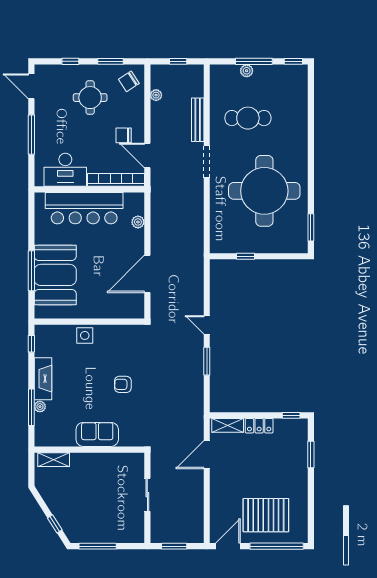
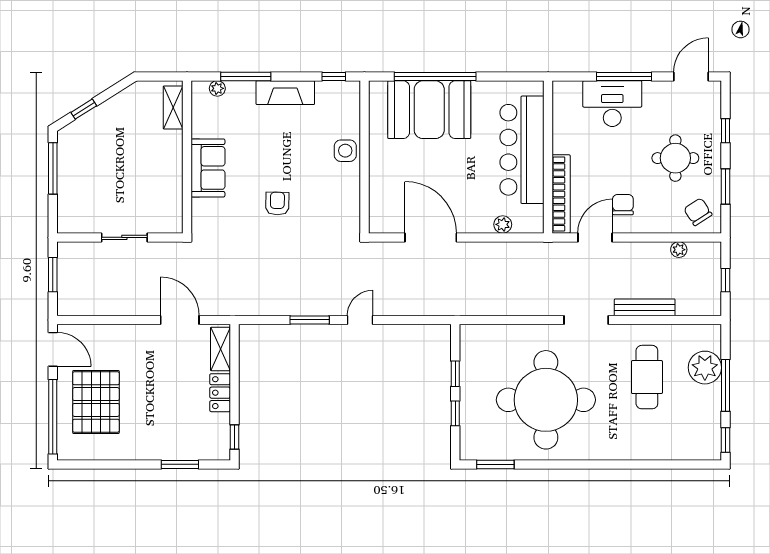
plant: (247, 71) -> (705, 368), width x1.87, depth x1.87
desk: (65, 170) -> (612, 104), moved, turned 90
window: (274, 256) -> (455, 413), added
window: (31, 271) -> (435, 76), width x1.46
plant: (40, 407) -> (217, 88), moved

